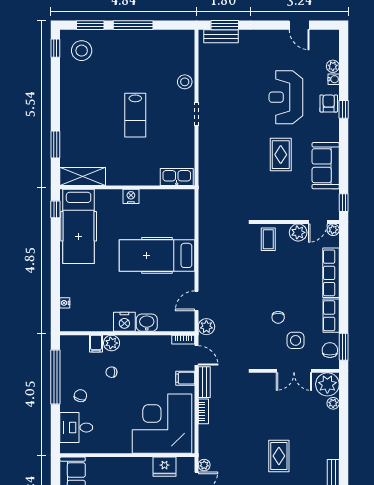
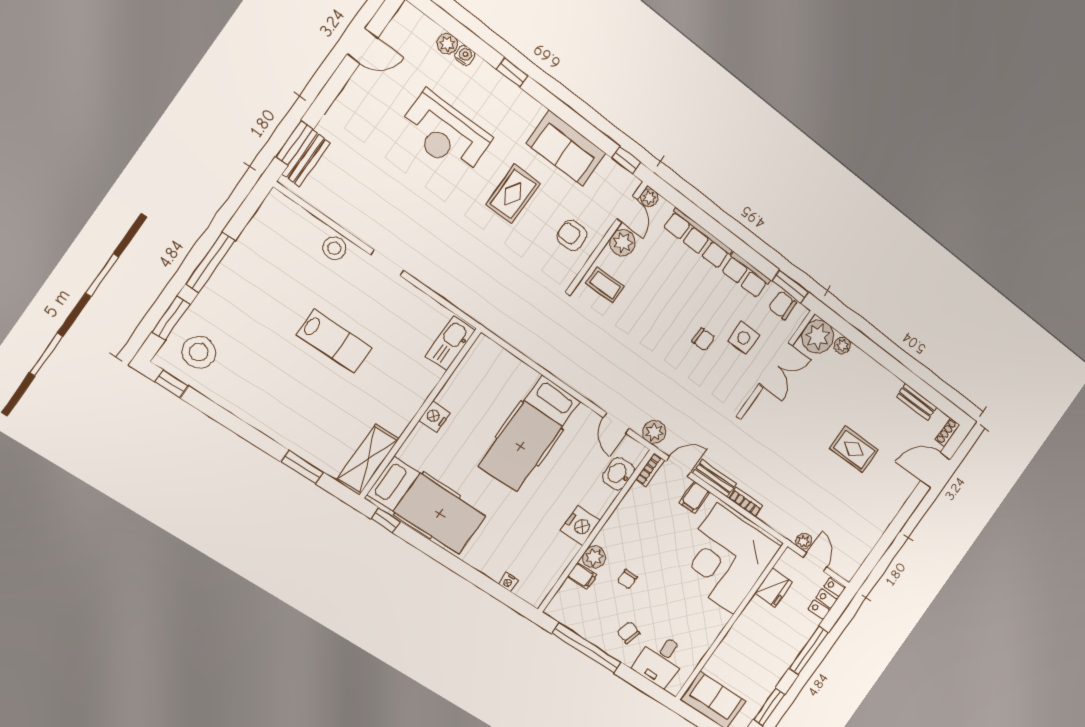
armchair: (329, 103) -> (572, 235), moved
rug: (281, 155) -> (513, 194), turned 90
washbasin: (147, 323) -> (618, 474), moved

